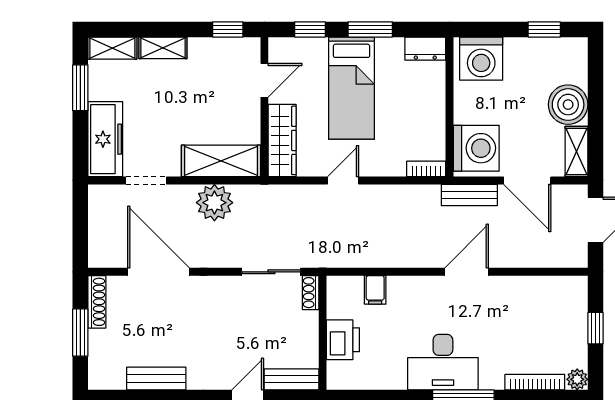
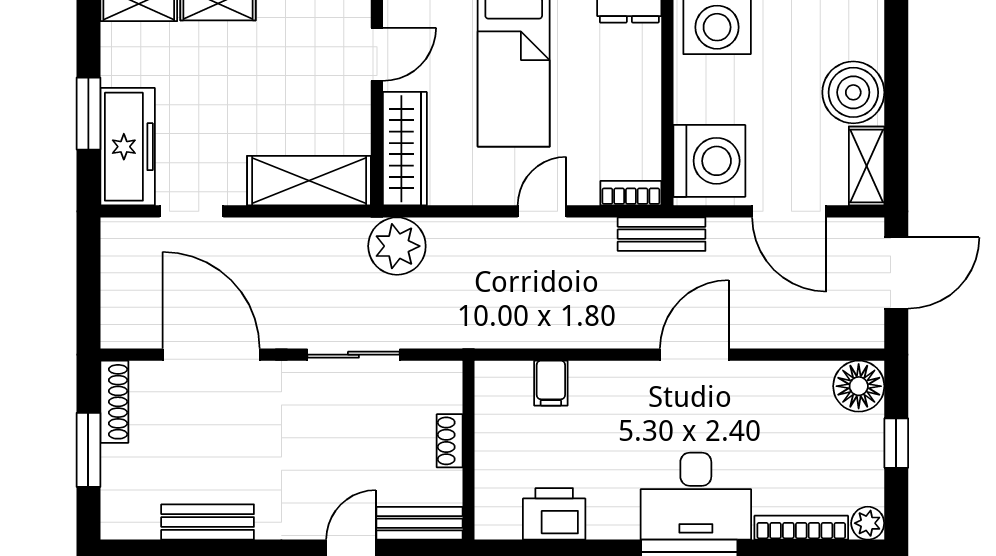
window: (80, 88) -> (88, 114), moved
door: (343, 180) -> (542, 211), moved
bench: (469, 195) -> (662, 234), moved
plant: (214, 203) -> (397, 246), moved
sliding door: (271, 272) -> (353, 355), moved
floor lamp: (572, 292) -> (859, 386), added
shoe rack: (311, 293) -> (450, 441), moved
printer: (343, 340) -> (554, 514), moved, turned -90
desk: (443, 362) -> (696, 496), moved

